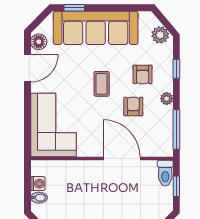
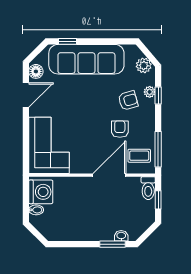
armchair: (143, 74) -> (128, 101), turned -106
coffee table: (102, 84) -> (139, 156), moved, turned 90
plant: (167, 99) -> (150, 92), moved
door: (122, 158) -> (109, 175), hinge flipped
washing machine: (38, 184) -> (41, 192), width x1.89, depth x1.89

